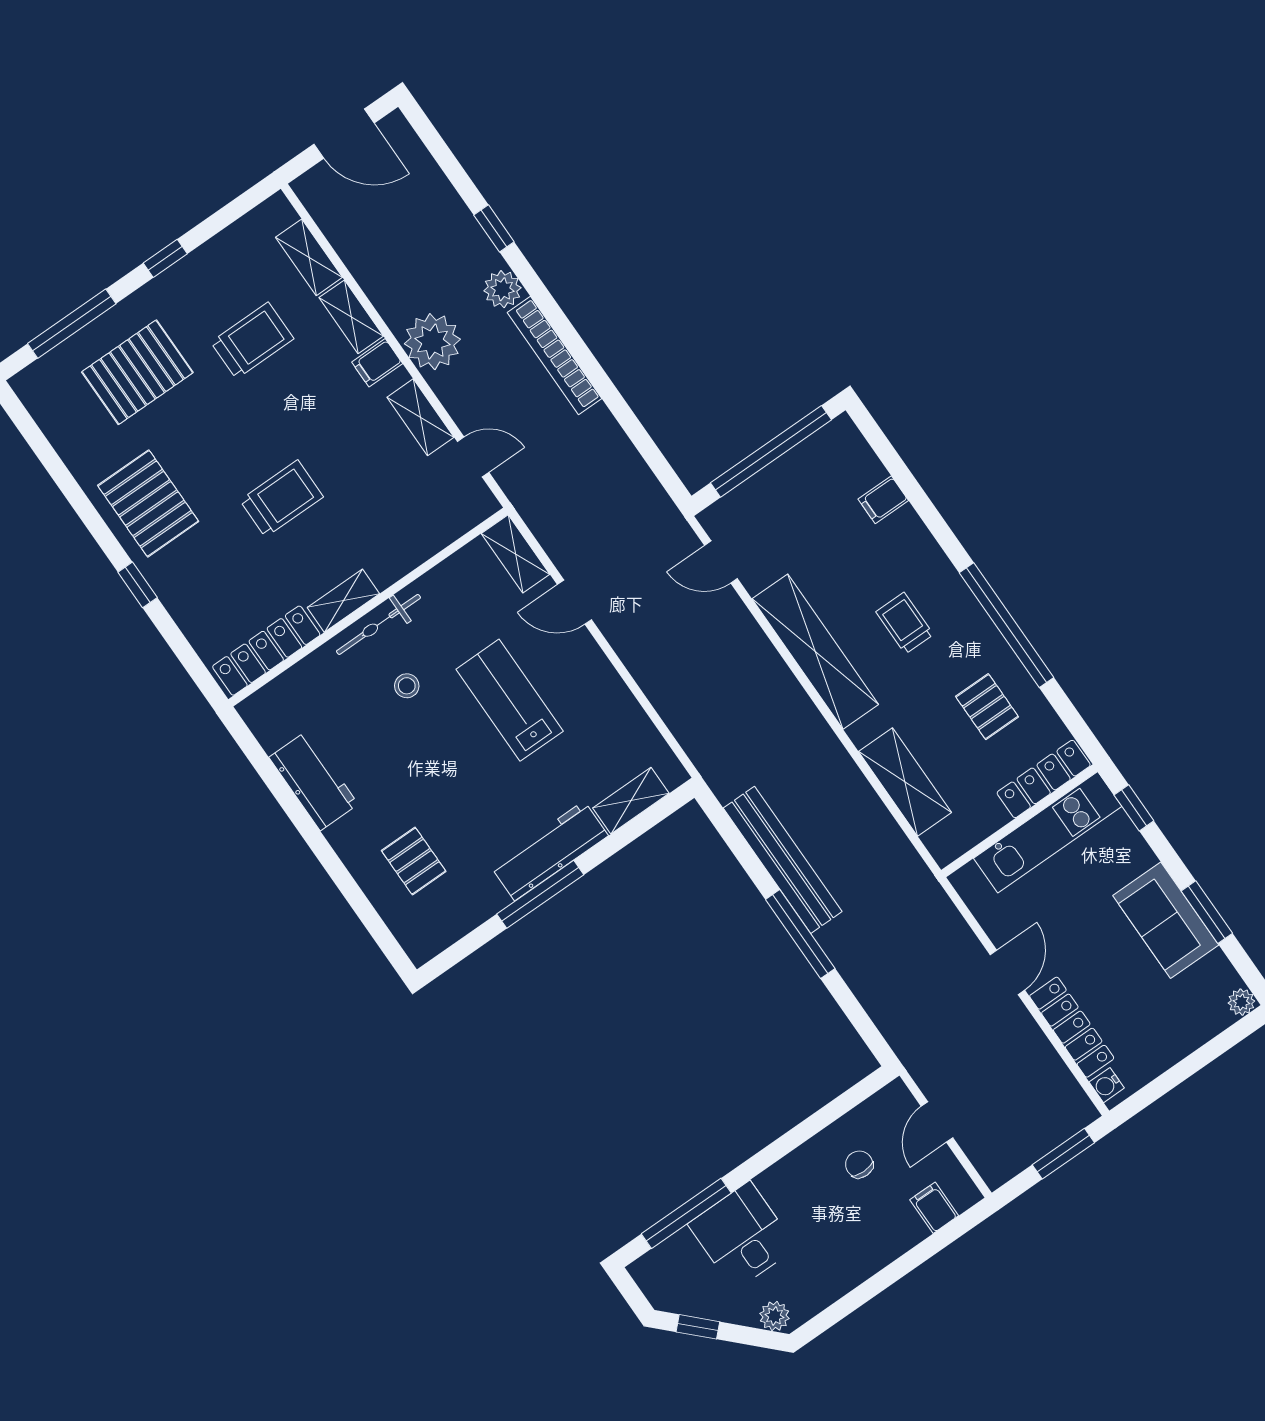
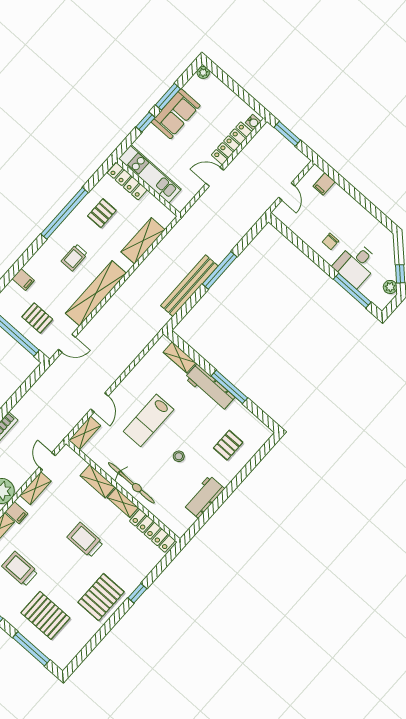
pallet: (792, 510) -> (37, 318), added
shelving: (403, 557) -> (98, 481), added
door: (721, 562) -> (67, 343), hinge flipped
bicycle: (378, 624) -> (131, 483), width x1.37, depth x1.40
stool: (407, 686) -> (179, 456), moved
window: (1134, 808) -> (145, 122), moved
door: (937, 1122) -> (287, 192), hinge flipped
chair: (859, 1164) -> (330, 241), moved
plant: (774, 1316) -> (390, 287), moved

